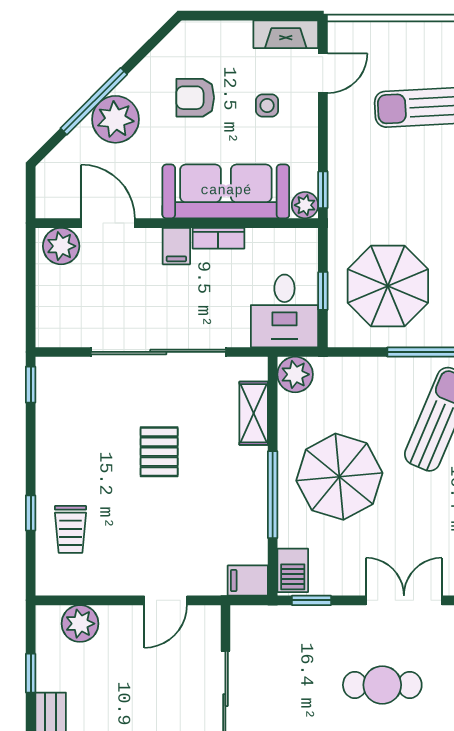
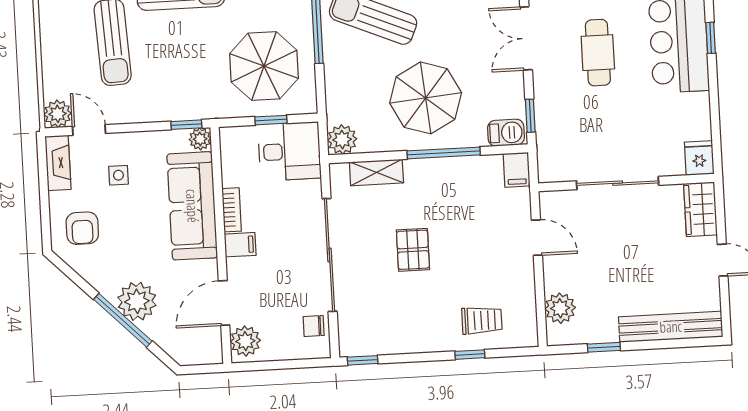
plant: (344, 37) -> (58, 114), added
armchair: (195, 98) -> (82, 228), moved
chair: (75, 328) -> (314, 326), added
pallet: (159, 452) -> (413, 250), turned 90

